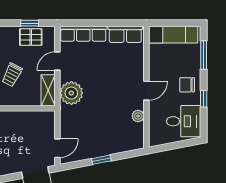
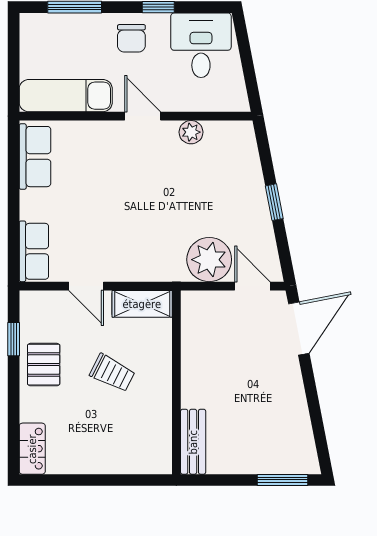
row of seats: (83, 34) -> (34, 251), width x0.68
exam couch: (173, 35) -> (66, 96), moved, turned -90
pallet: (31, 37) -> (44, 365), moved
plant: (71, 93) -> (209, 260), moved

